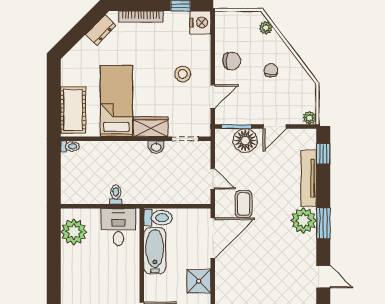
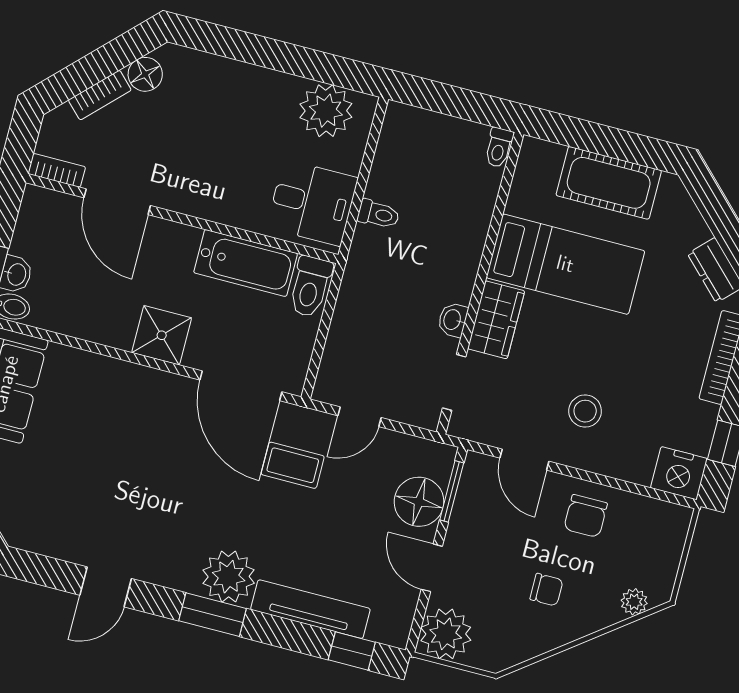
cot: (73, 110) -> (609, 183), moved
plant: (310, 118) -> (446, 634), width x1.87, depth x1.87

